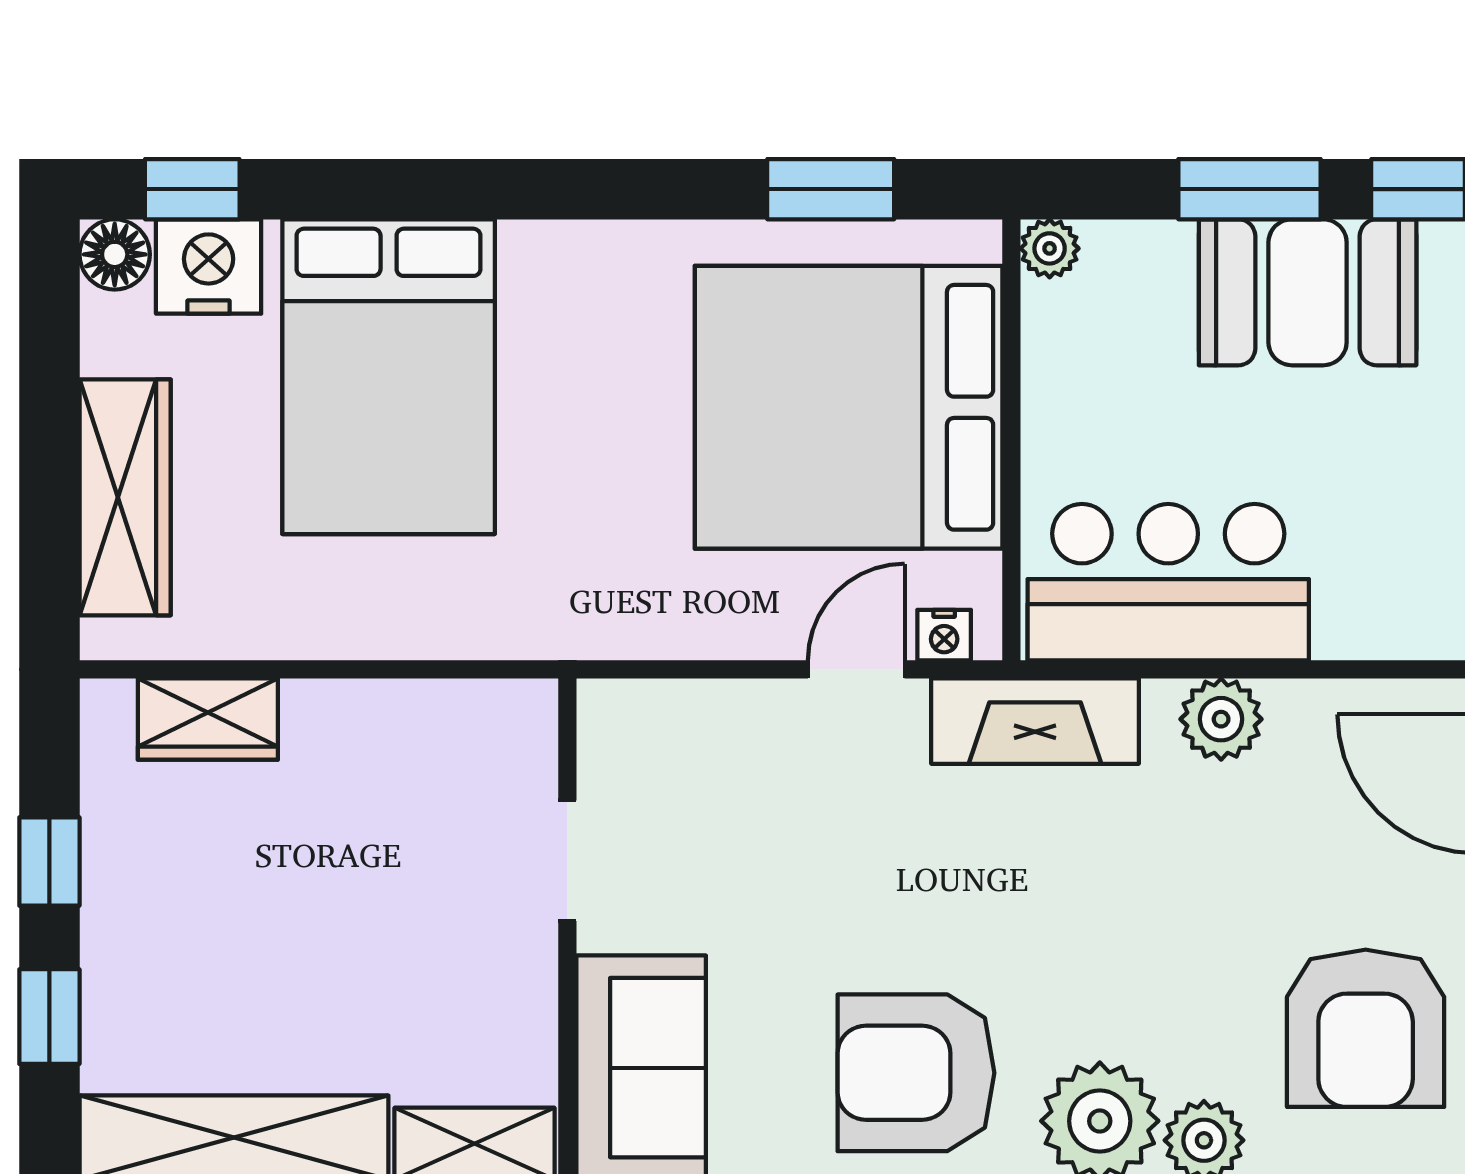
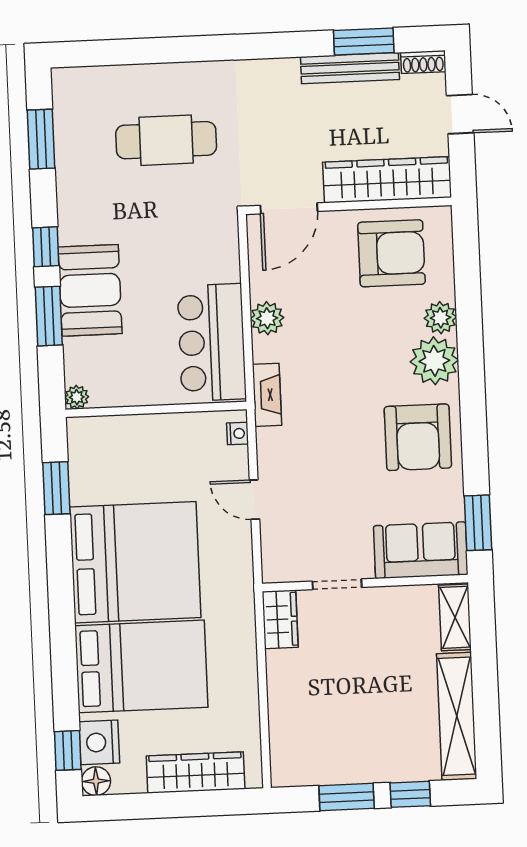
bed: (849, 407) -> (135, 562), moved, turned -90
door: (856, 669) -> (254, 500), moved
wardrobe: (208, 719) -> (280, 619), moved
fireplace: (1035, 721) -> (267, 395), width x0.73, depth x0.76
window: (49, 861) -> (347, 797), width x1.50

